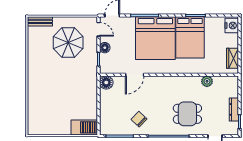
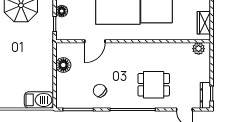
plant: (207, 81) -> (199, 49), moved
floor lamp: (106, 83) -> (63, 65), moved
dresser: (234, 109) -> (205, 95), moved

